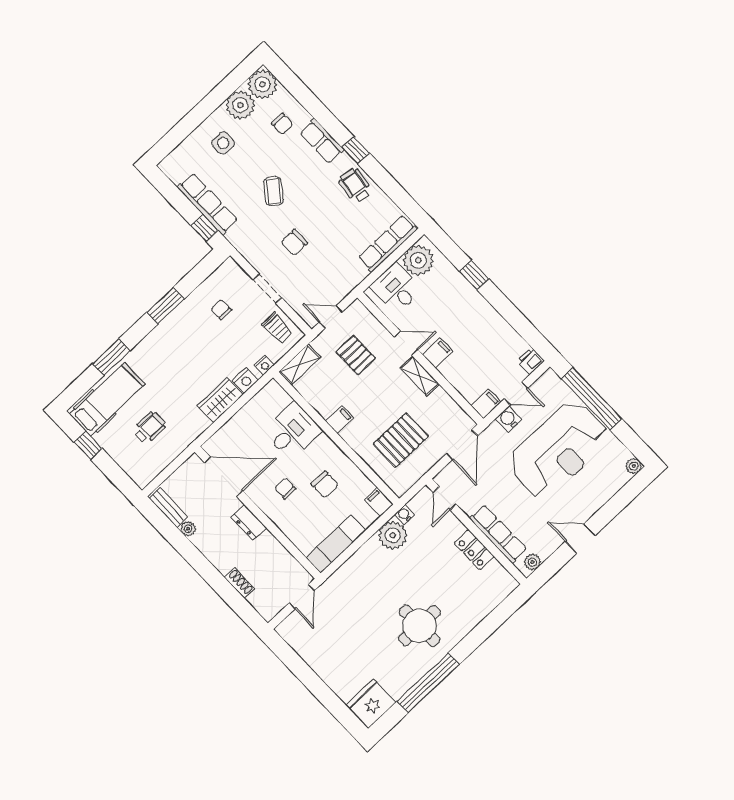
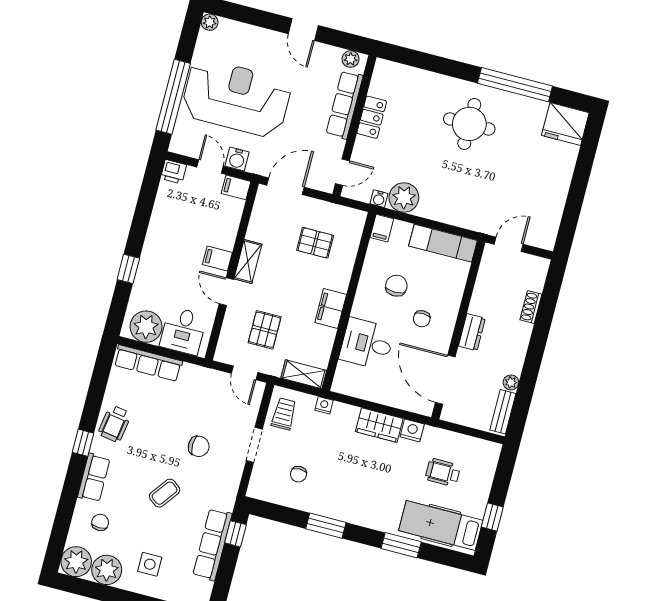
nightstand: (245, 380) -> (412, 430), moved
filing cabinet: (340, 420) -> (331, 308), width x2.00
pallet: (401, 440) -> (315, 243), width x0.67, depth x0.71

